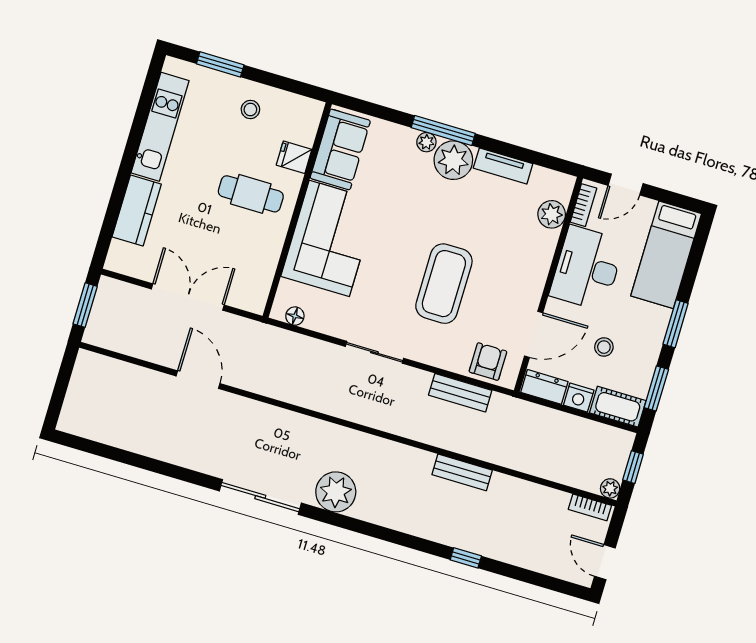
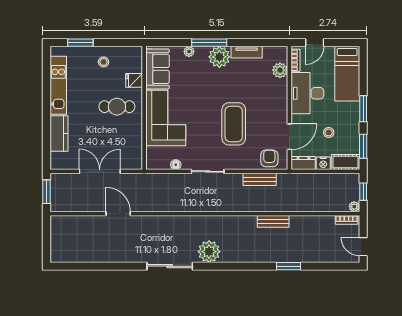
plant: (426, 142) -> (189, 52), moved
floor lamp: (295, 316) -> (176, 165), moved
window: (466, 558) -> (289, 266), width x1.50

